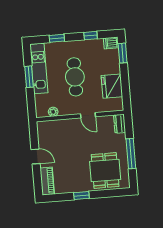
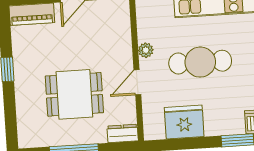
plant: (53, 112) -> (146, 50), moved
dining table: (105, 170) -> (74, 94), moved

